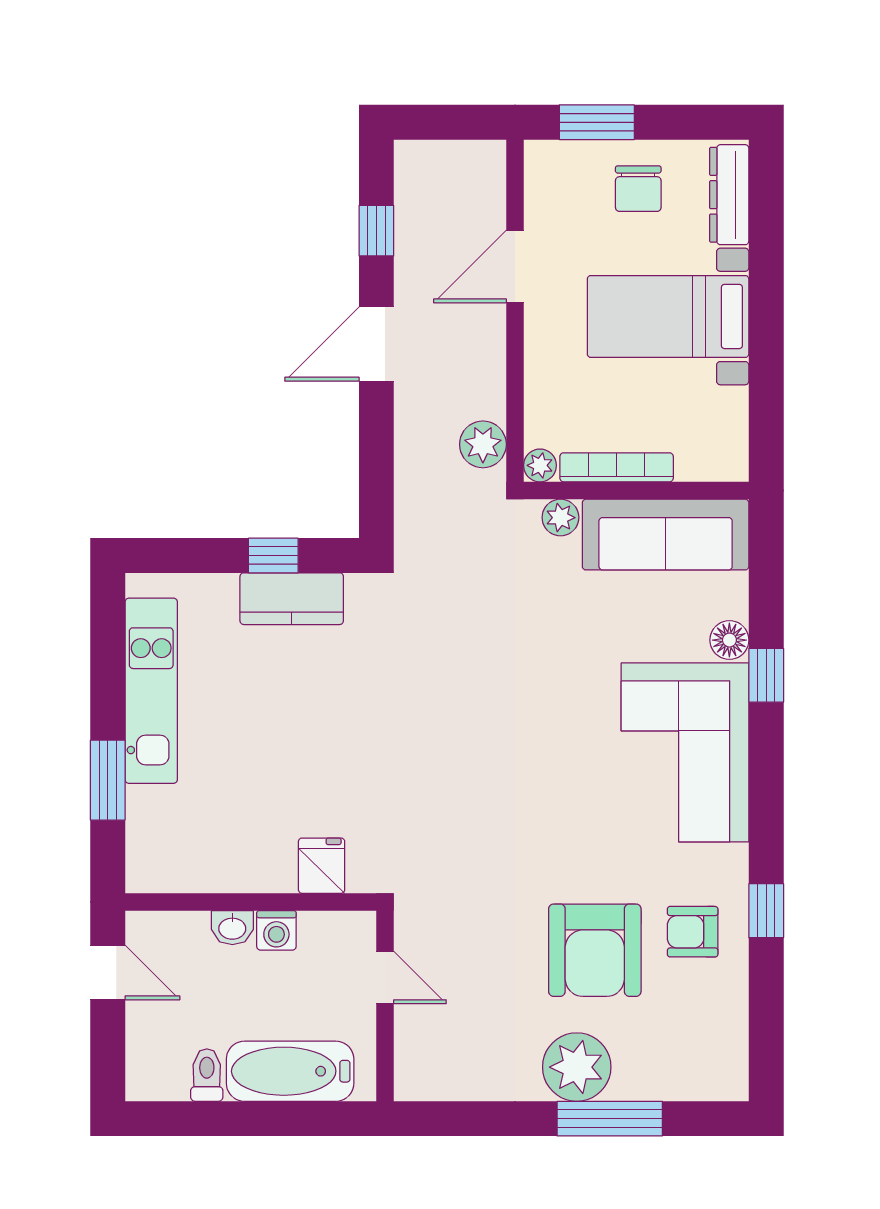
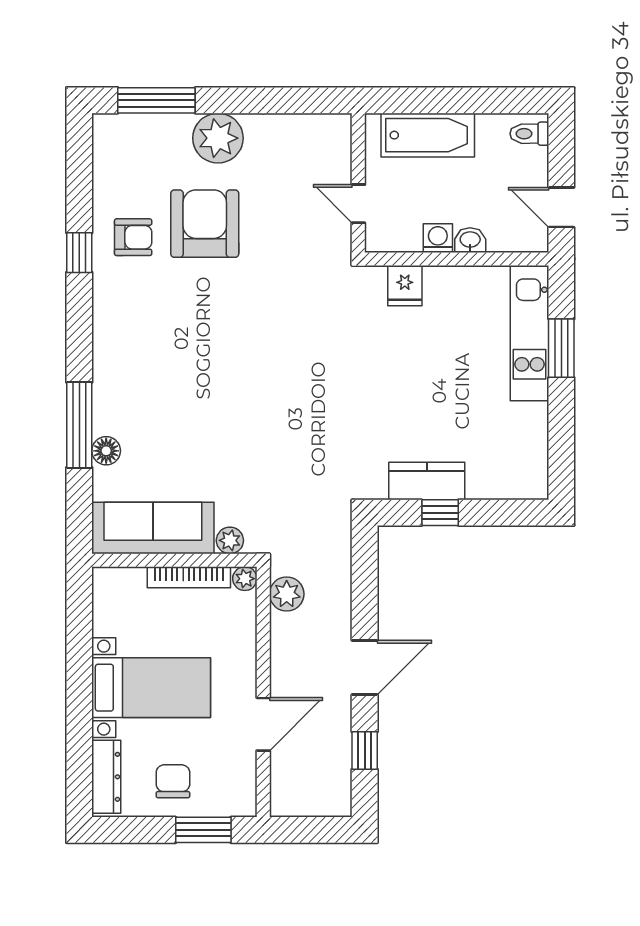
window: (766, 675) -> (79, 425), width x2.17
kitchen unit: (151, 691) -> (530, 333), moved
corner sofa: (685, 752) -> (139, 368), removed
toilet: (207, 1075) -> (529, 134), moved, turned 90
window: (610, 1119) -> (156, 100), moved

